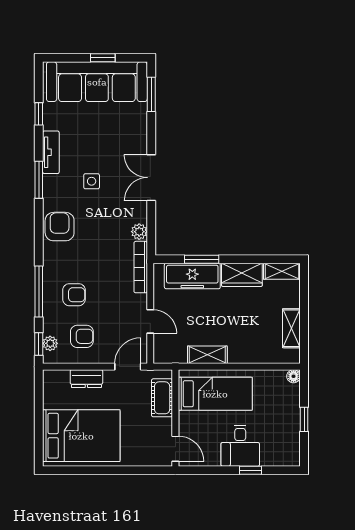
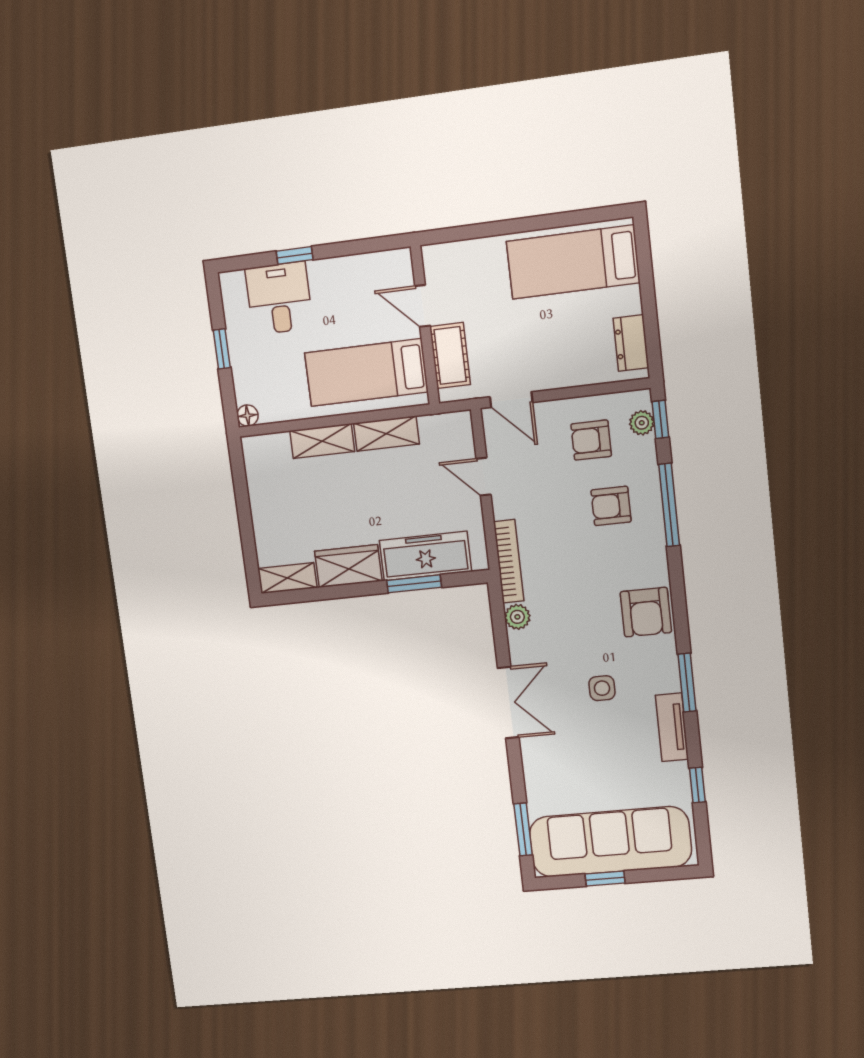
shelving: (291, 328) -> (322, 441), moved, turned 90
door: (128, 367) -> (511, 400), hinge flipped
dresser: (86, 379) -> (631, 343), moved, turned -90
bed: (81, 436) -> (573, 262), width x0.67
desk: (240, 446) -> (279, 298), moved
door: (175, 449) -> (423, 306), moved

